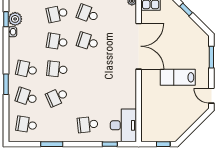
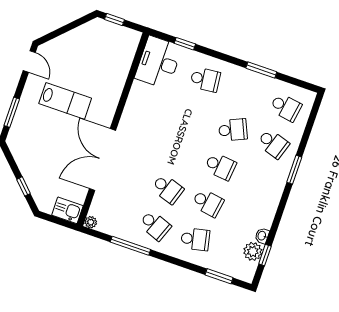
school desk: (26, 69) -> (261, 180), removed

